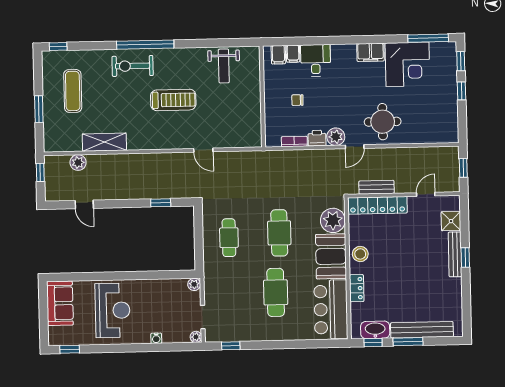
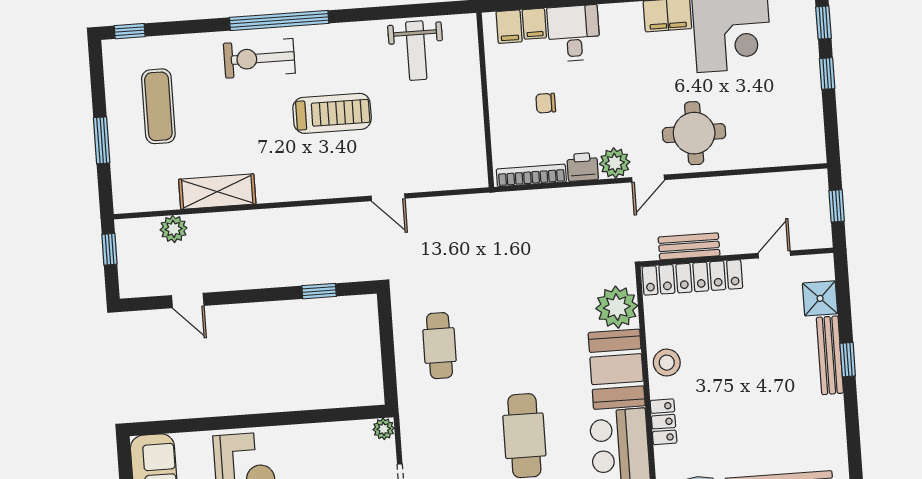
bookcase: (294, 141) -> (531, 175), width x1.56
cafe table: (279, 233) -> (526, 333), removed

